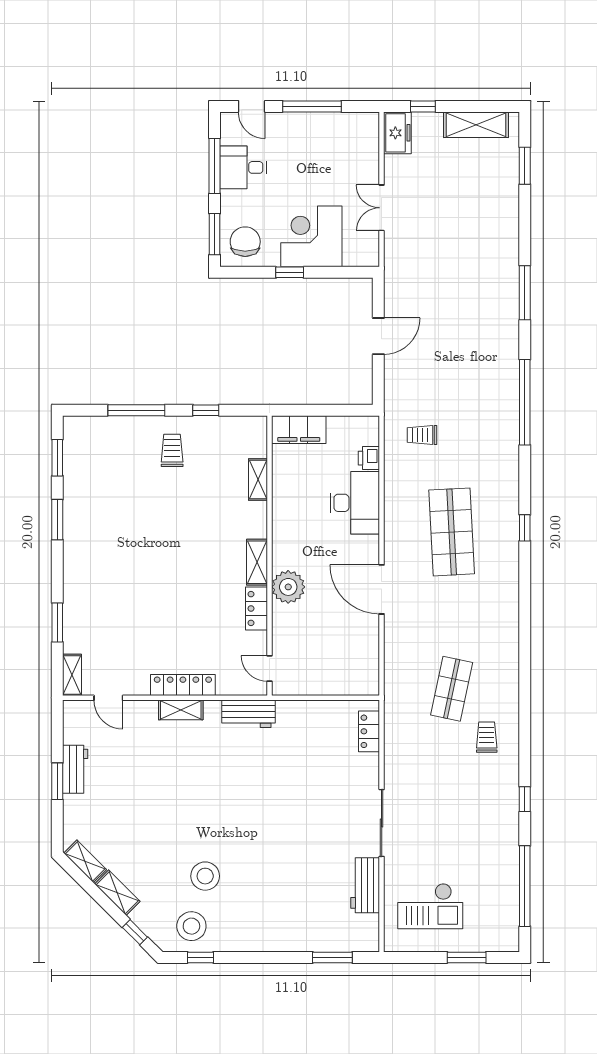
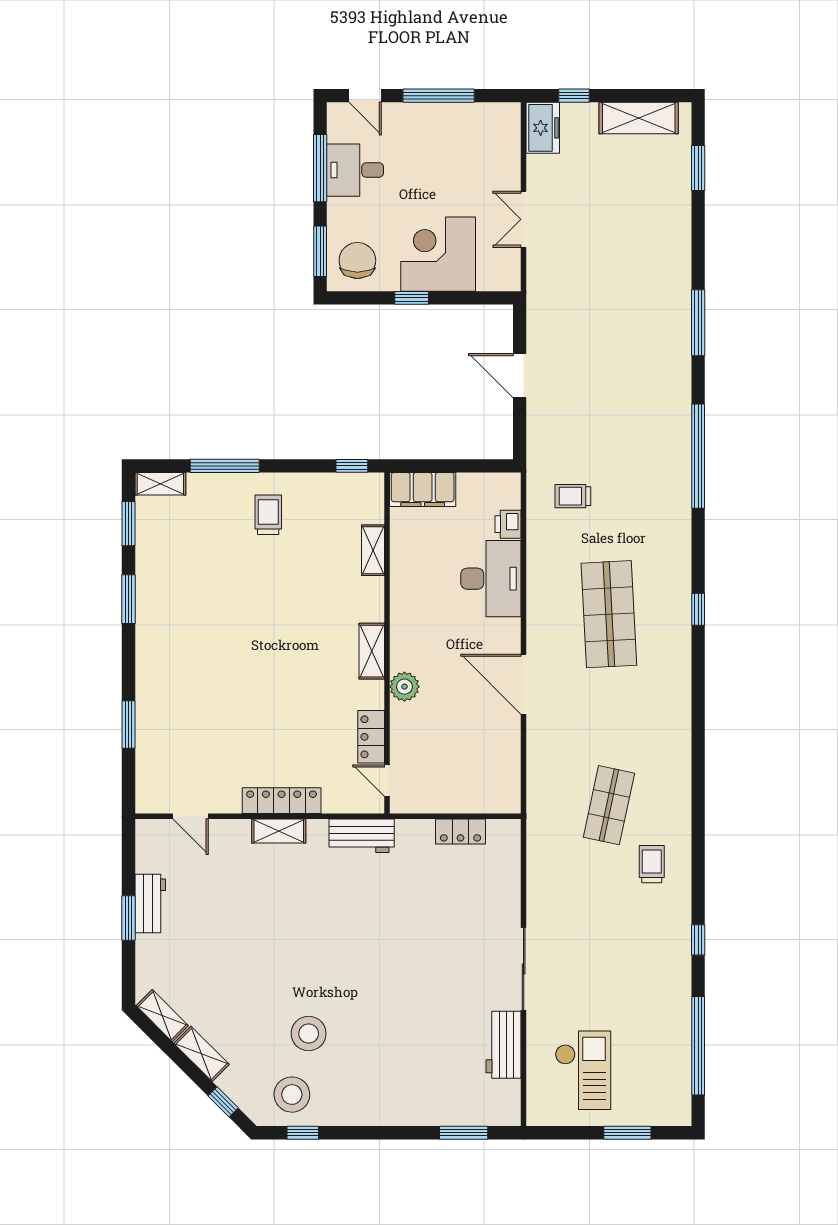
door: (378, 336) -> (520, 376), swing flipped
window: (206, 410) -> (352, 466), moved
plant: (288, 587) -> (404, 687), width x0.73, depth x0.73
locker: (256, 608) -> (371, 737), moved
shelving: (72, 675) -> (160, 484), moved, turned 90
locker: (369, 731) -> (460, 832), moved, turned -90
checkout: (430, 906) -> (583, 1070), turned -90

